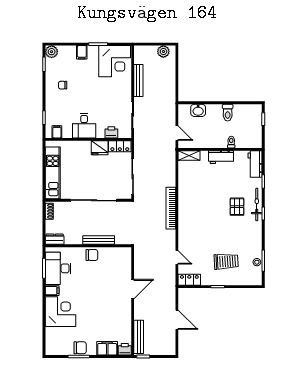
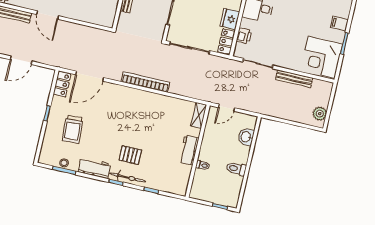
workbench: (255, 164) -> (94, 168), moved
door: (177, 257) -> (90, 76), width x1.88
door: (133, 289) -> (48, 15), moved

